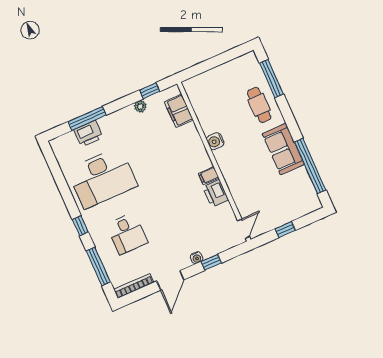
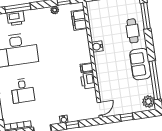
plant: (310, 199) -> (148, 102), added

